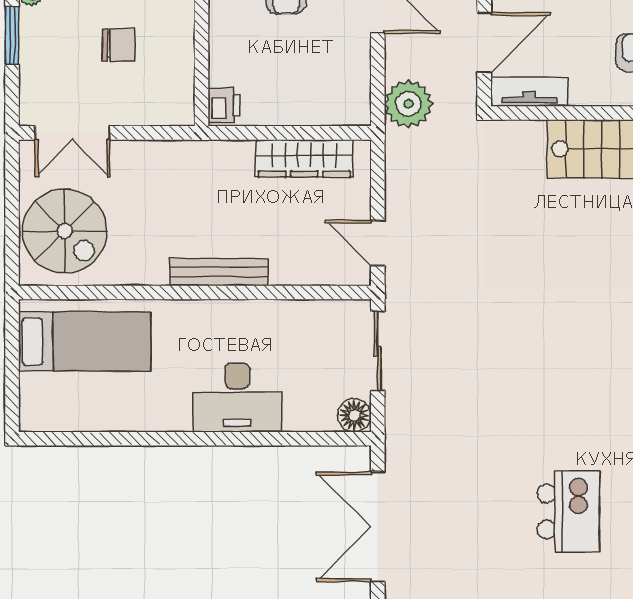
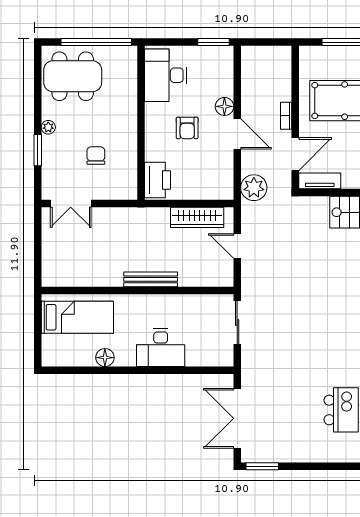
chair: (119, 45) -> (96, 156), turned -90
printer: (224, 105) -> (158, 180), width x1.87, depth x1.48
spiral stairs: (65, 231) -> (66, 257), removed
door: (378, 243) -> (237, 246), moved
floor lamp: (354, 415) -> (105, 358), moved

